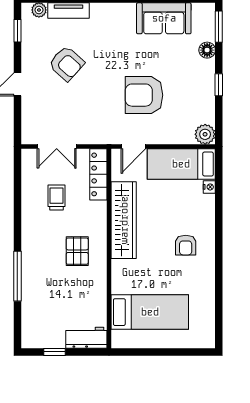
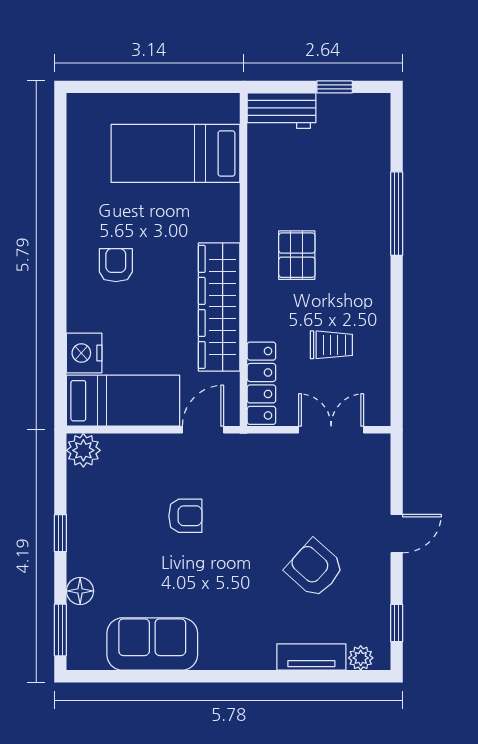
armchair: (144, 95) -> (185, 516), width x0.53, depth x0.53
nightstand: (209, 187) -> (84, 353), width x1.89, depth x1.79
trolley: (57, 197) -> (331, 345), turned -90

